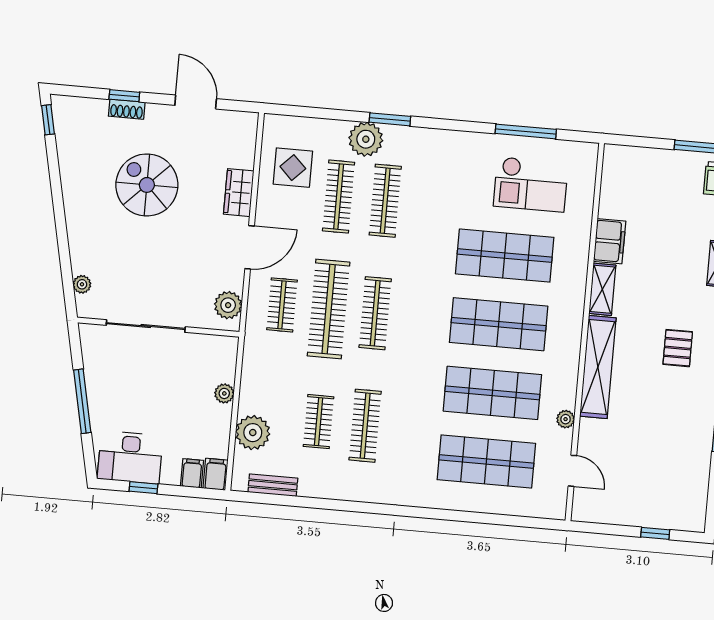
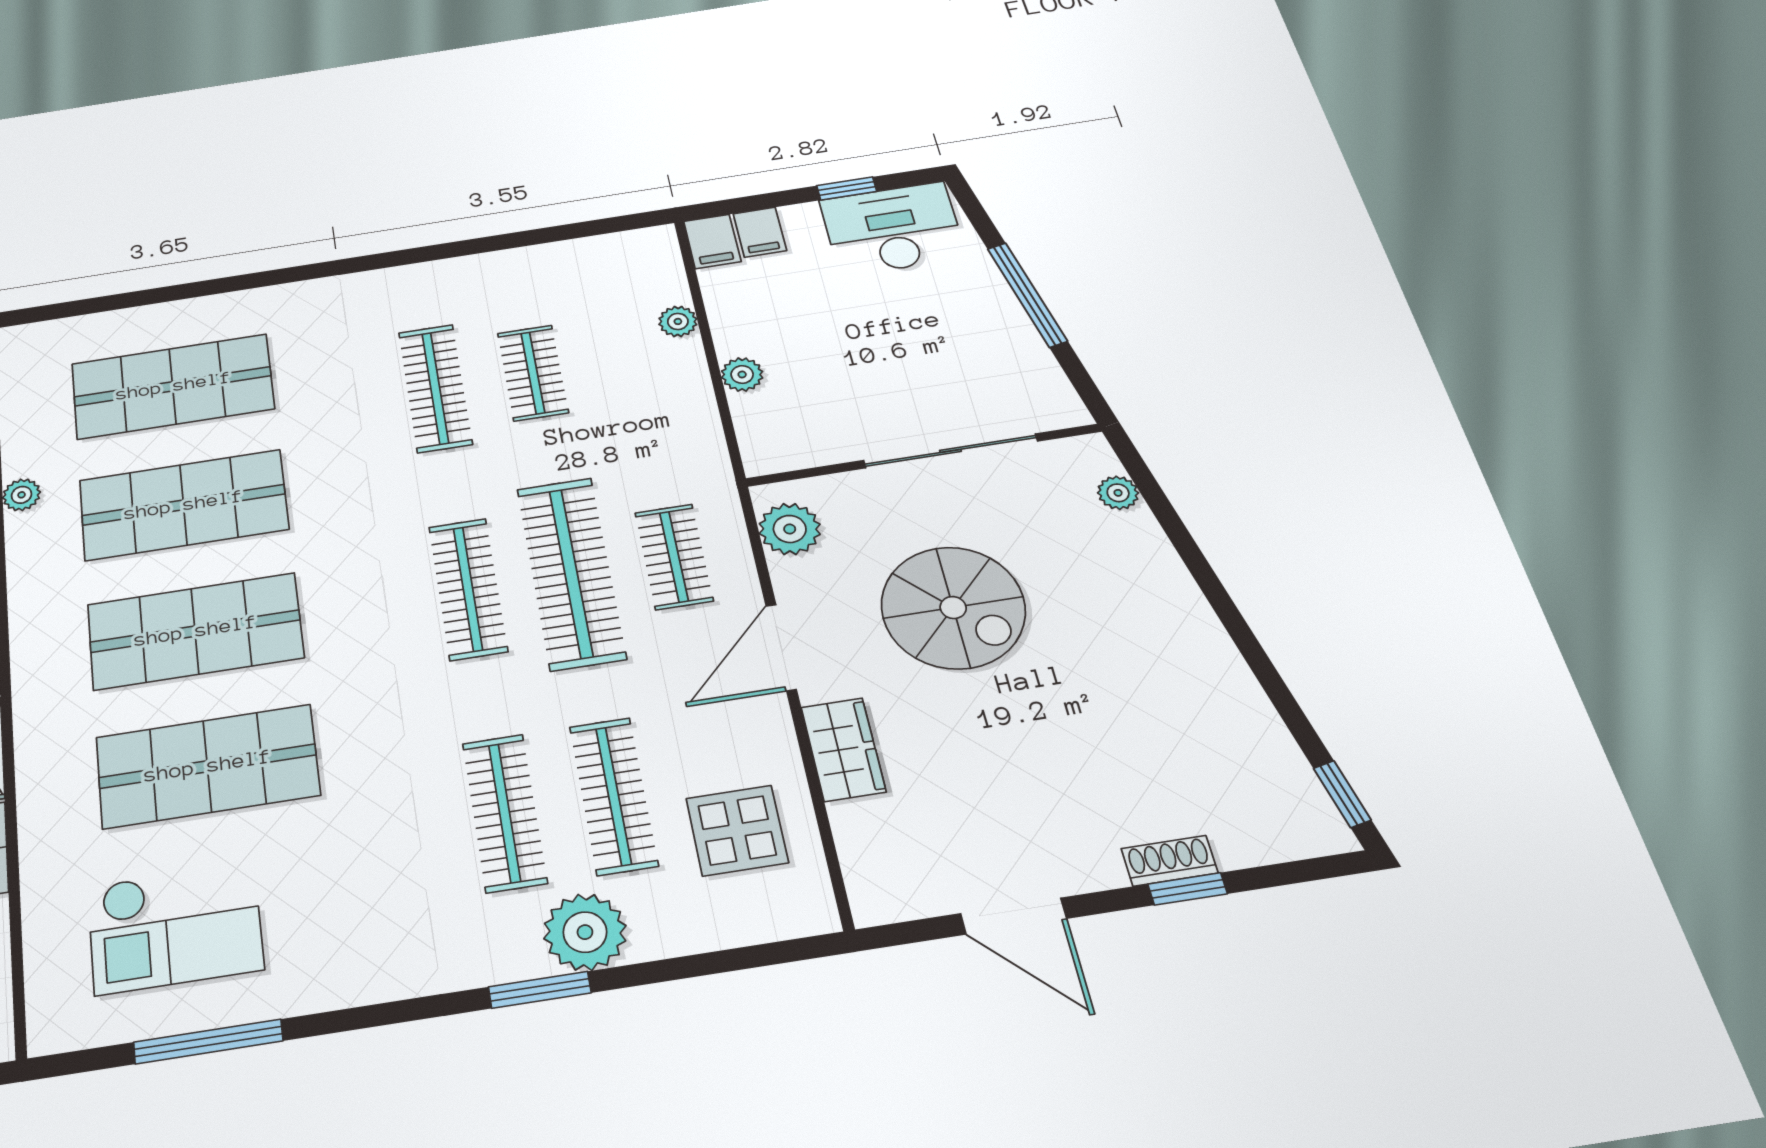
checkout: (531, 184) -> (175, 928), turned 180
spiral stairs: (147, 185) -> (953, 608), moved
plant: (253, 433) -> (678, 321), width x0.53, depth x0.53
bench: (273, 485) -> (593, 251), removed

